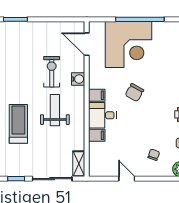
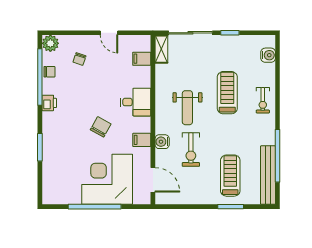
treadmill: (16, 48) -> (230, 176), added
filing cabinet: (97, 95) -> (142, 140), moved
treadmill: (18, 124) -> (227, 93), turned 180
filing cabinet: (97, 135) -> (142, 59), moved

